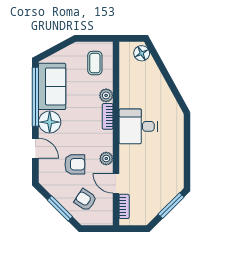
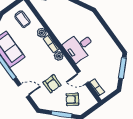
floor lamp: (50, 122) -> (21, 70), removed
desk: (138, 126) -> (79, 47), moved
plant: (106, 159) -> (59, 56), moved
armchair: (75, 164) -> (52, 84), turned 90

